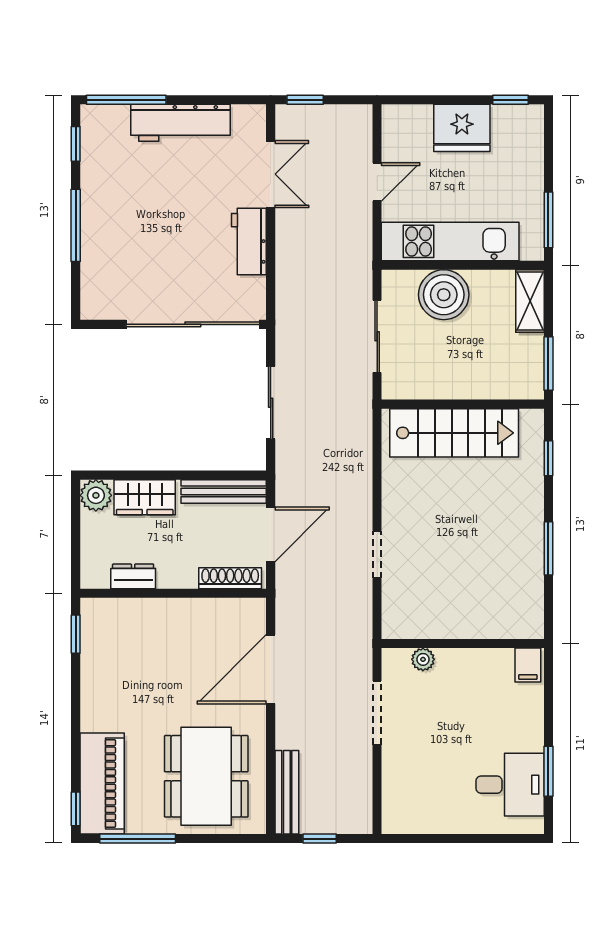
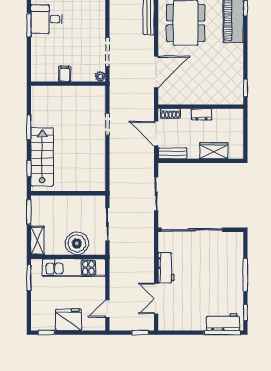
workbench: (180, 123) -> (223, 322), moved, width x0.73
door: (377, 182) -> (107, 309), moved
stairs: (454, 433) -> (42, 157), moved, turned 90
bench: (224, 491) -> (172, 153), width x0.73
plant: (96, 495) -> (236, 152), removed
door: (271, 534) -> (156, 134), hinge flipped
dresser: (133, 576) -> (201, 114), moved
shoe rack: (230, 578) -> (170, 114), width x0.70
plant: (423, 659) -> (100, 76), moved
filing cabinet: (528, 665) -> (65, 74), moved

